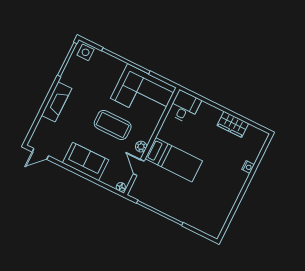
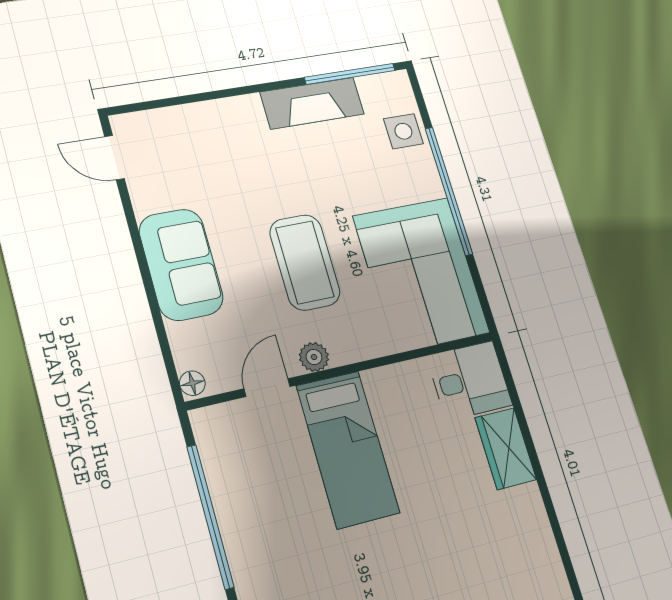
side table: (86, 52) -> (403, 131), moved
fireplace: (57, 102) -> (312, 103), moved
wardrobe: (233, 124) -> (506, 449), moved

